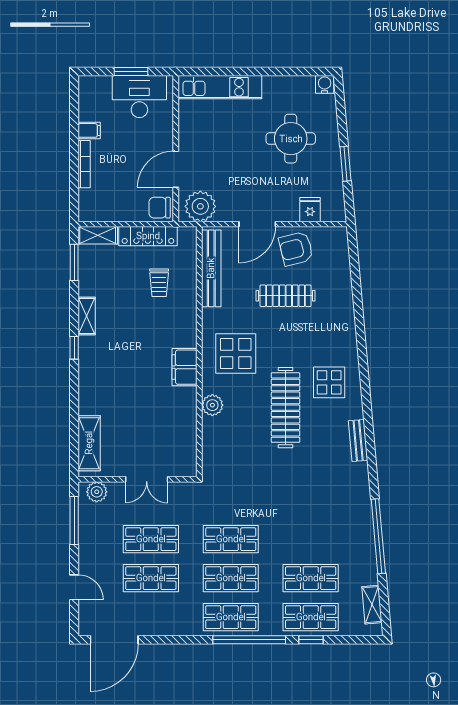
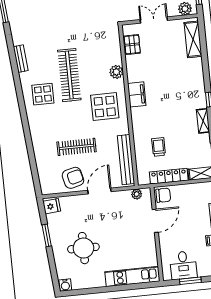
desk: (139, 97) -> (183, 265), width x0.73
plant: (200, 206) -> (137, 194), width x0.53, depth x0.53
fridge: (310, 210) -> (52, 206), moved, turned -95
pallet: (184, 445) -> (132, 45), added

